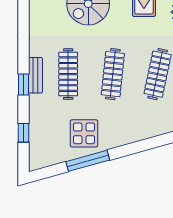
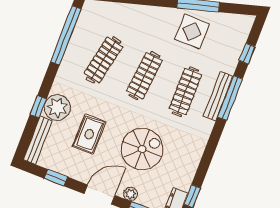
bench: (35, 75) -> (218, 96), width x1.36
window: (24, 85) -> (230, 98), width x2.17

